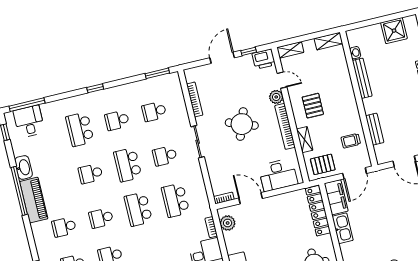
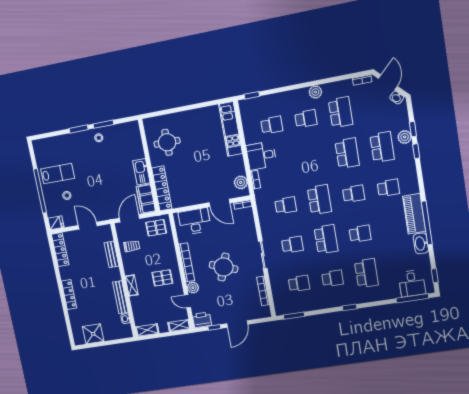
pallet: (313, 106) -> (162, 278), turned 90
shelving: (305, 140) -> (132, 285), moved
school desk: (175, 200) -> (286, 205), width x0.54

